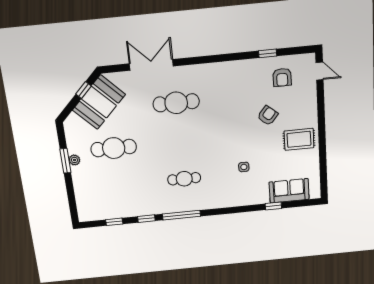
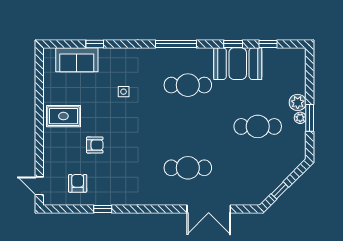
window: (268, 53) -> (103, 209), moved
booth: (99, 102) -> (238, 64), moved, turned 45
armchair: (268, 116) -> (95, 145), turned -130
plant: (79, 174) -> (298, 102), added
cafe table: (184, 179) -> (188, 85), width x1.37, depth x1.35
window: (181, 215) -> (176, 44), moved

